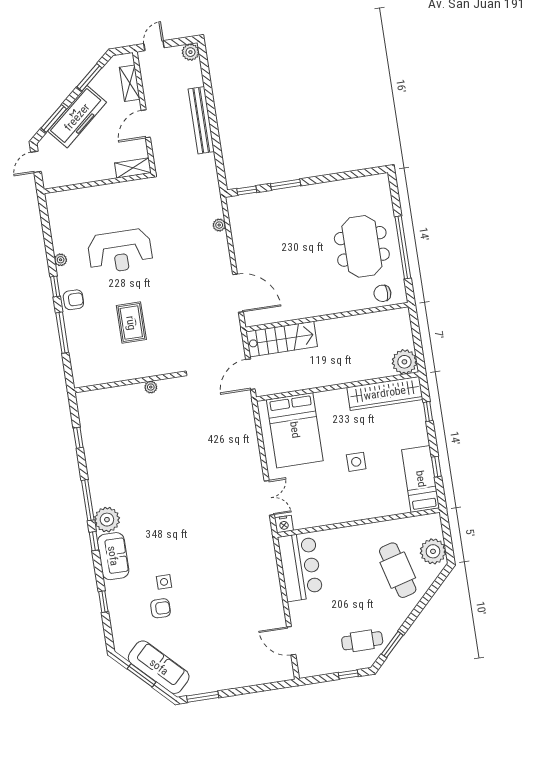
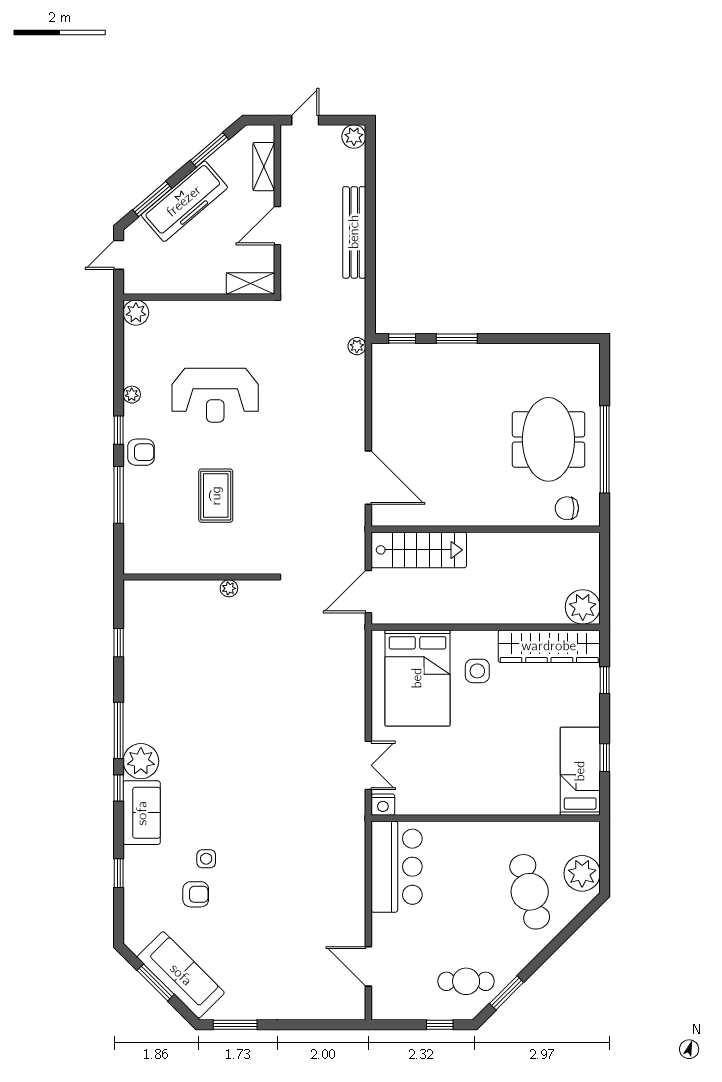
plant: (55, 201) -> (136, 313), added
plant: (219, 225) -> (357, 346), moved
side table: (356, 462) -> (477, 671), moved

